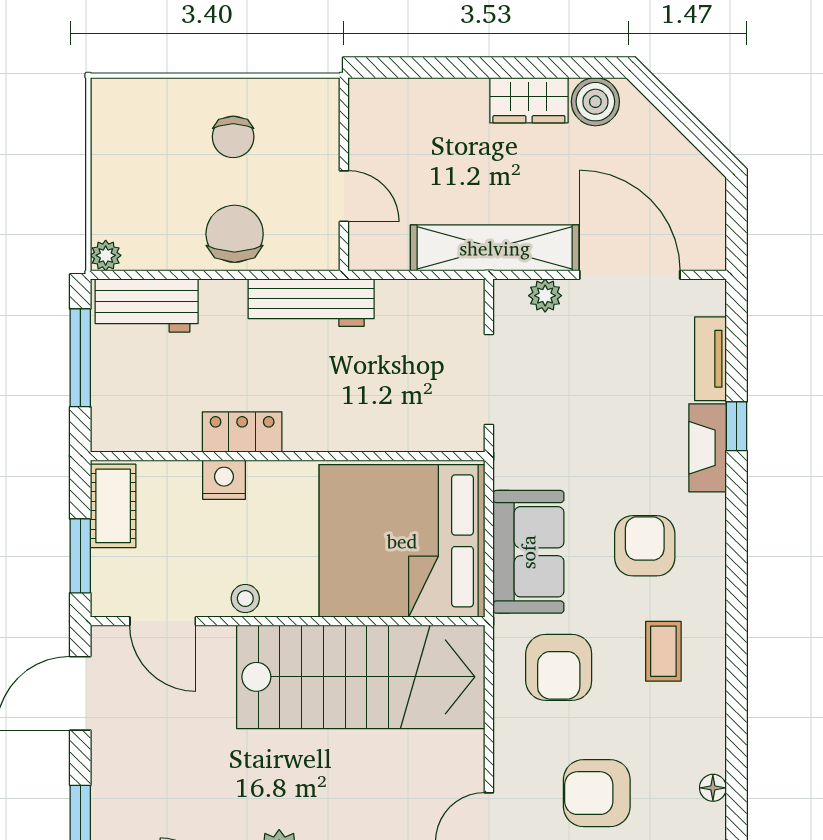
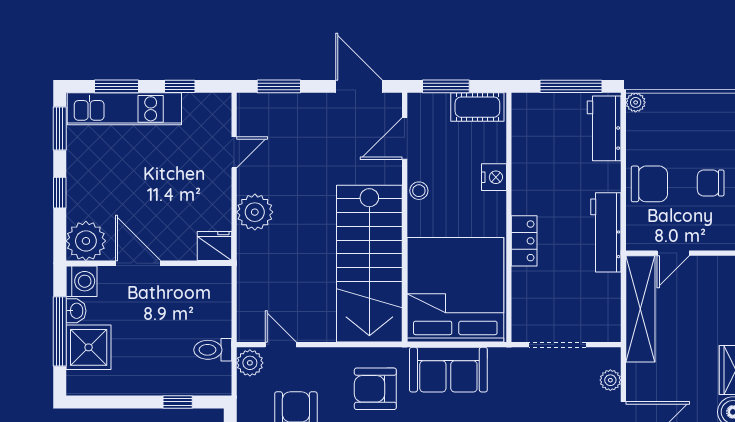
shelving: (495, 248) -> (640, 309), moved
locker: (242, 432) -> (524, 241), moved

